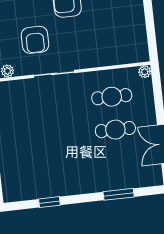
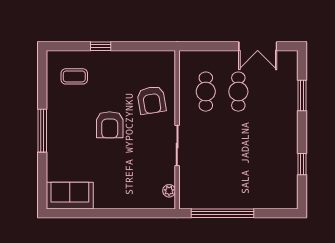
armchair: (35, 40) -> (152, 100), moved, turned 81
plant: (145, 72) -> (185, 57), removed

